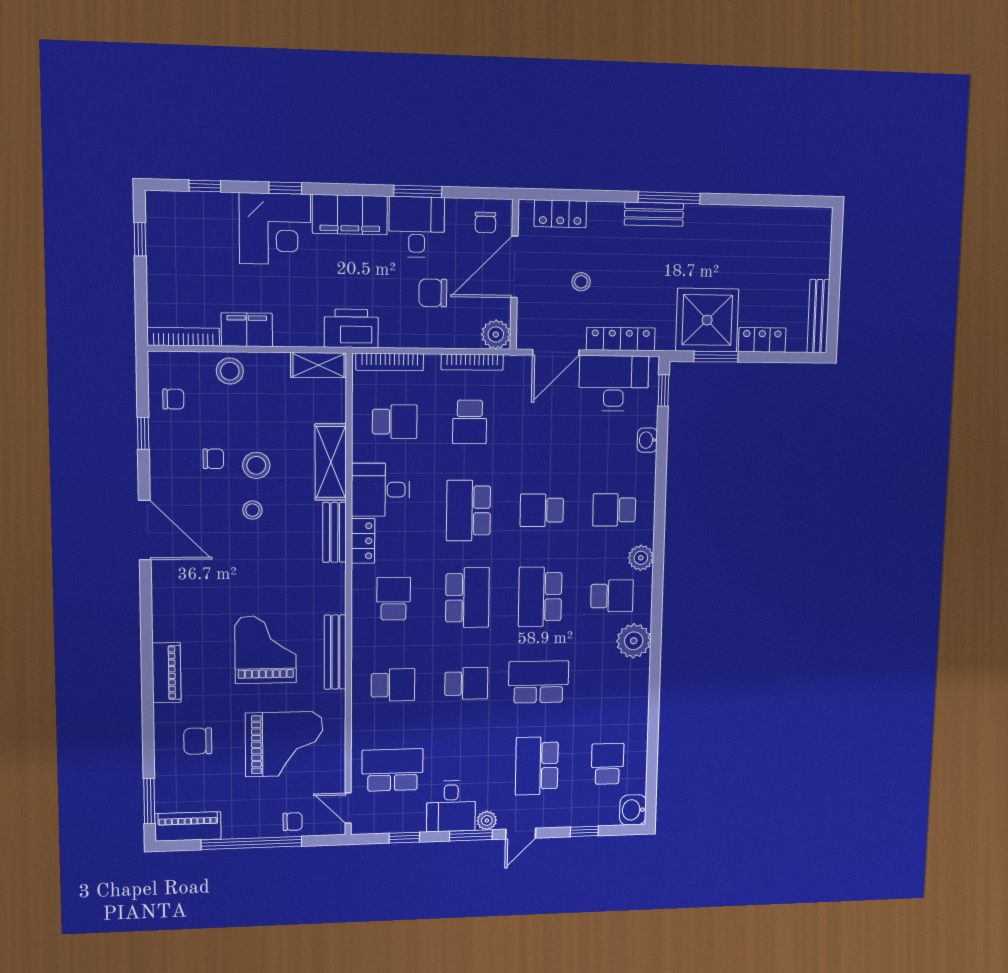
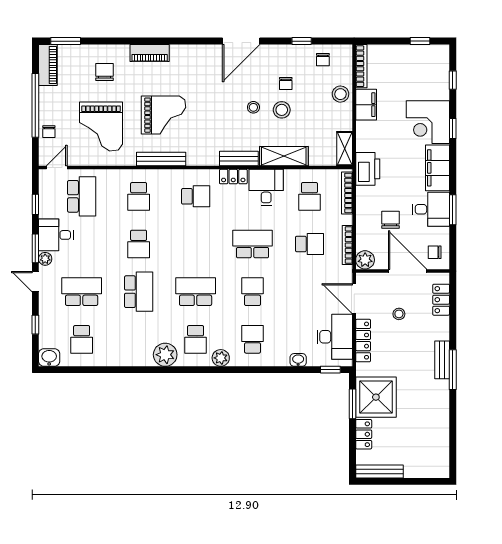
school desk: (470, 422) -> (309, 244), turned 180
school desk: (467, 598) -> (196, 244), removed
school desk: (608, 764) -> (82, 339), turned 90

